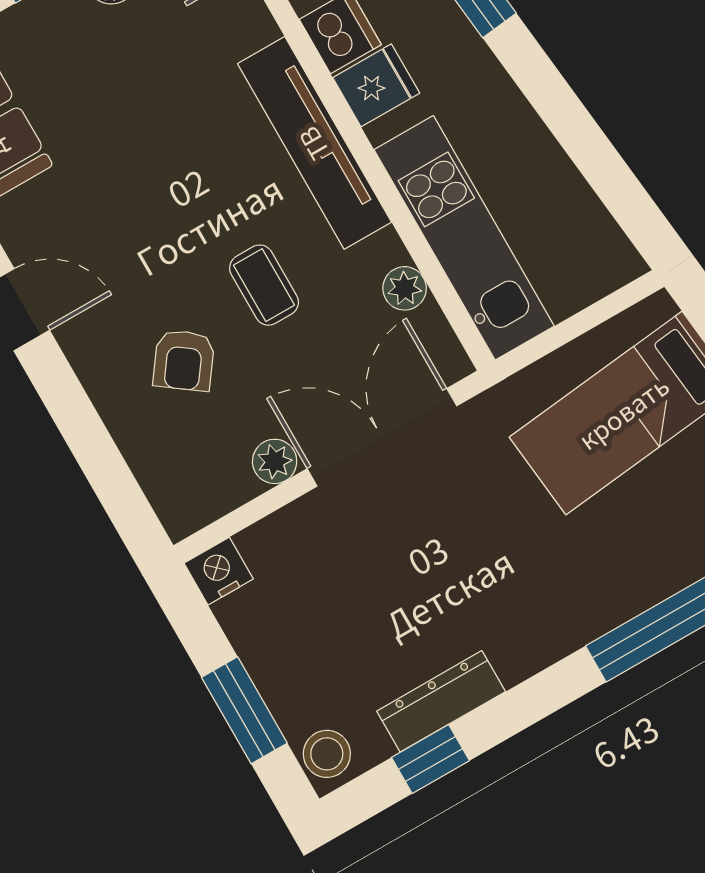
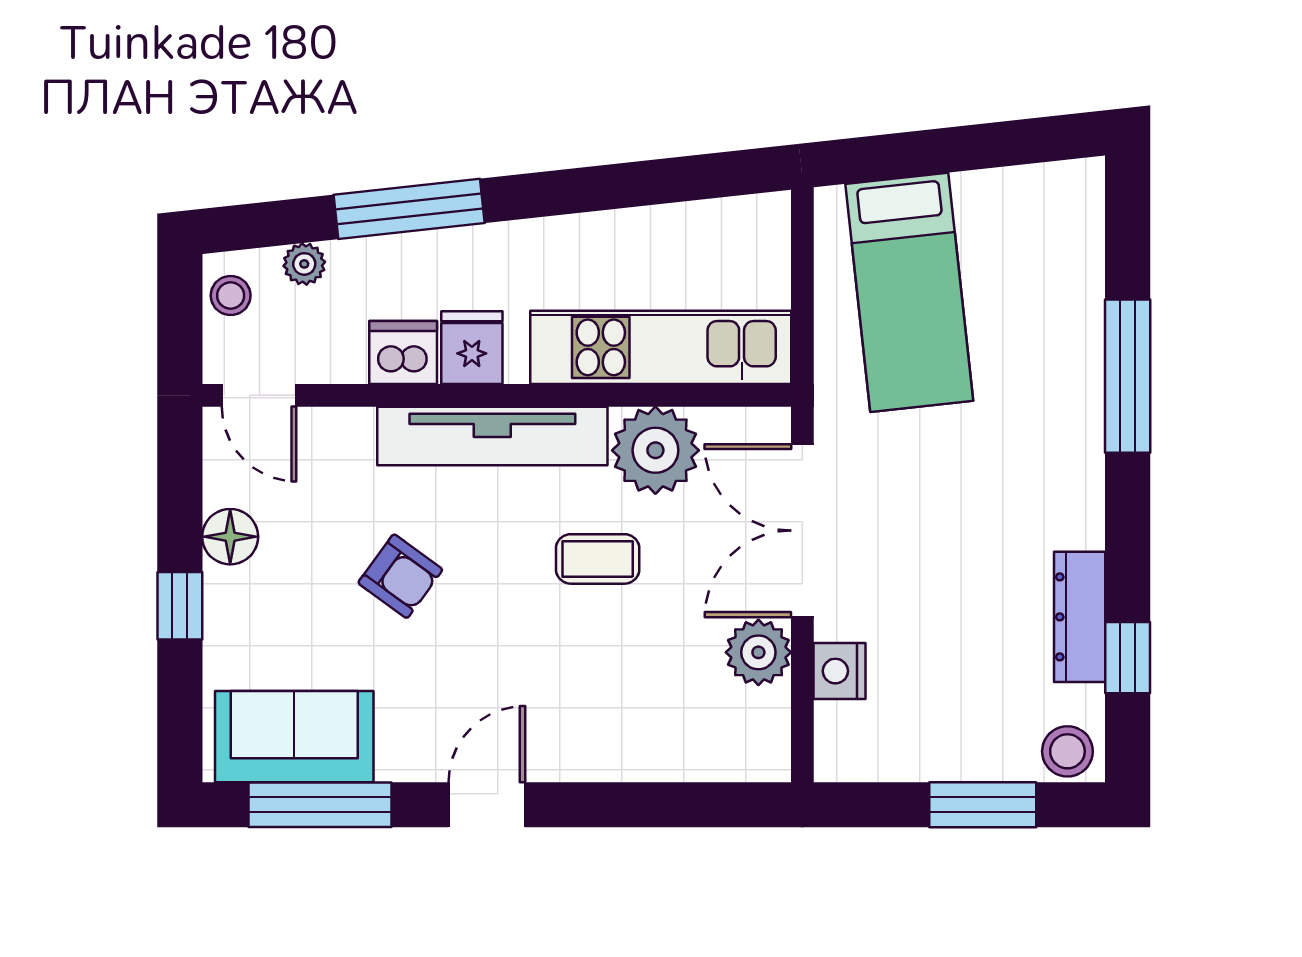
plant: (405, 288) -> (655, 450), width x1.87, depth x1.87
armchair: (184, 360) -> (400, 576), moved
plant: (275, 461) -> (758, 652), width x1.38, depth x1.38
nightstand: (219, 571) -> (839, 671), moved

